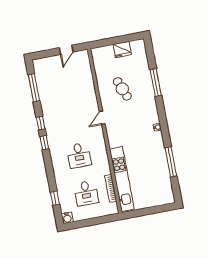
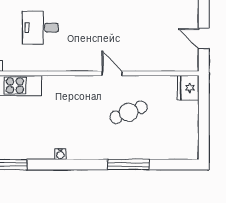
fridge: (122, 49) -> (188, 88), moved
door: (102, 118) -> (112, 73), moved

